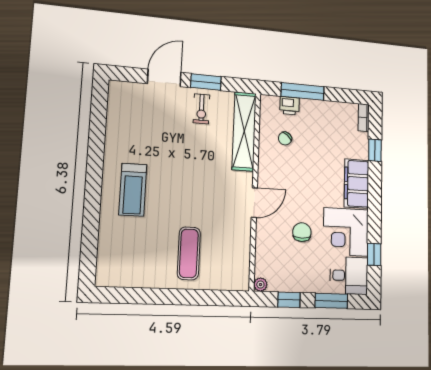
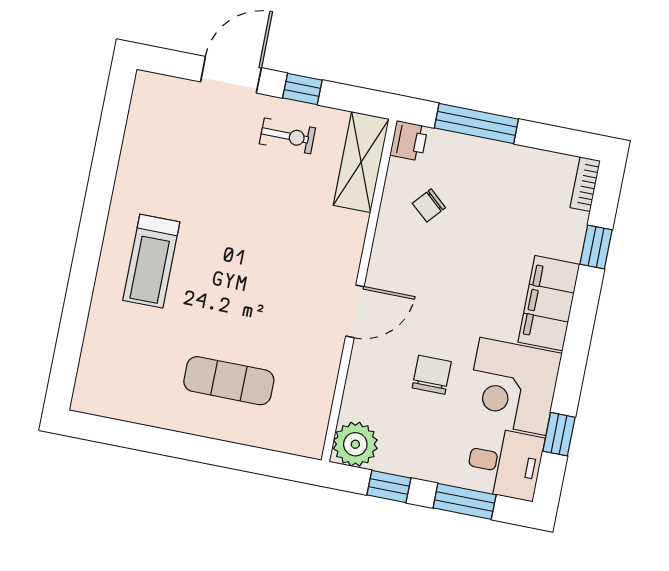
window: (206, 82) -> (302, 89), width x0.67
printer: (289, 106) -> (409, 141), moved, turned -90
exercise bike: (201, 109) -> (287, 136), turned -90
shelving: (244, 131) -> (361, 162), width x0.68
exercise mat: (189, 253) -> (229, 381), turned 90
plant: (260, 285) -> (355, 444), width x1.88, depth x1.88

